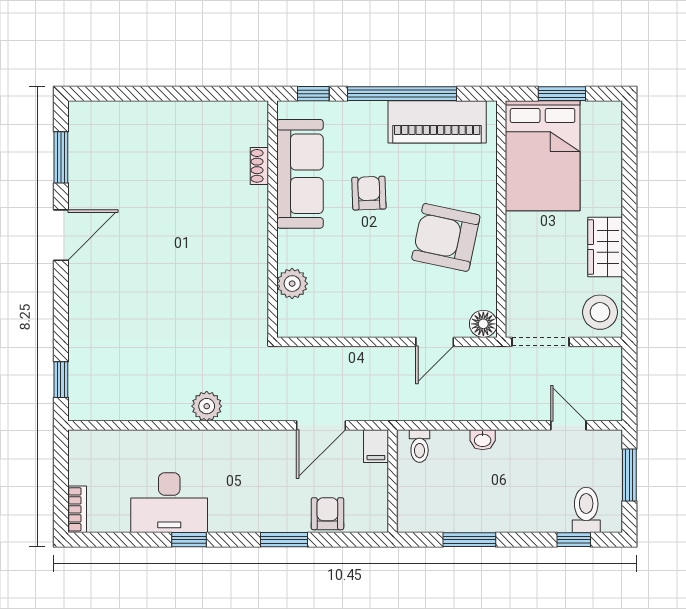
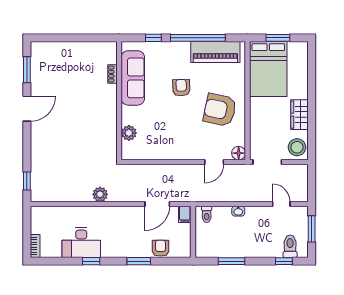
shoe rack: (259, 166) -> (112, 74), moved
sofa: (300, 174) -> (133, 78), moved
wall: (273, 219) -> (119, 101), moved
plant: (292, 284) -> (129, 133), moved

